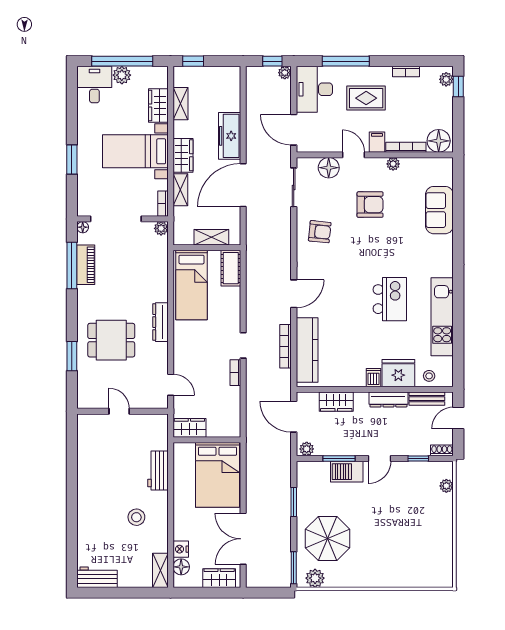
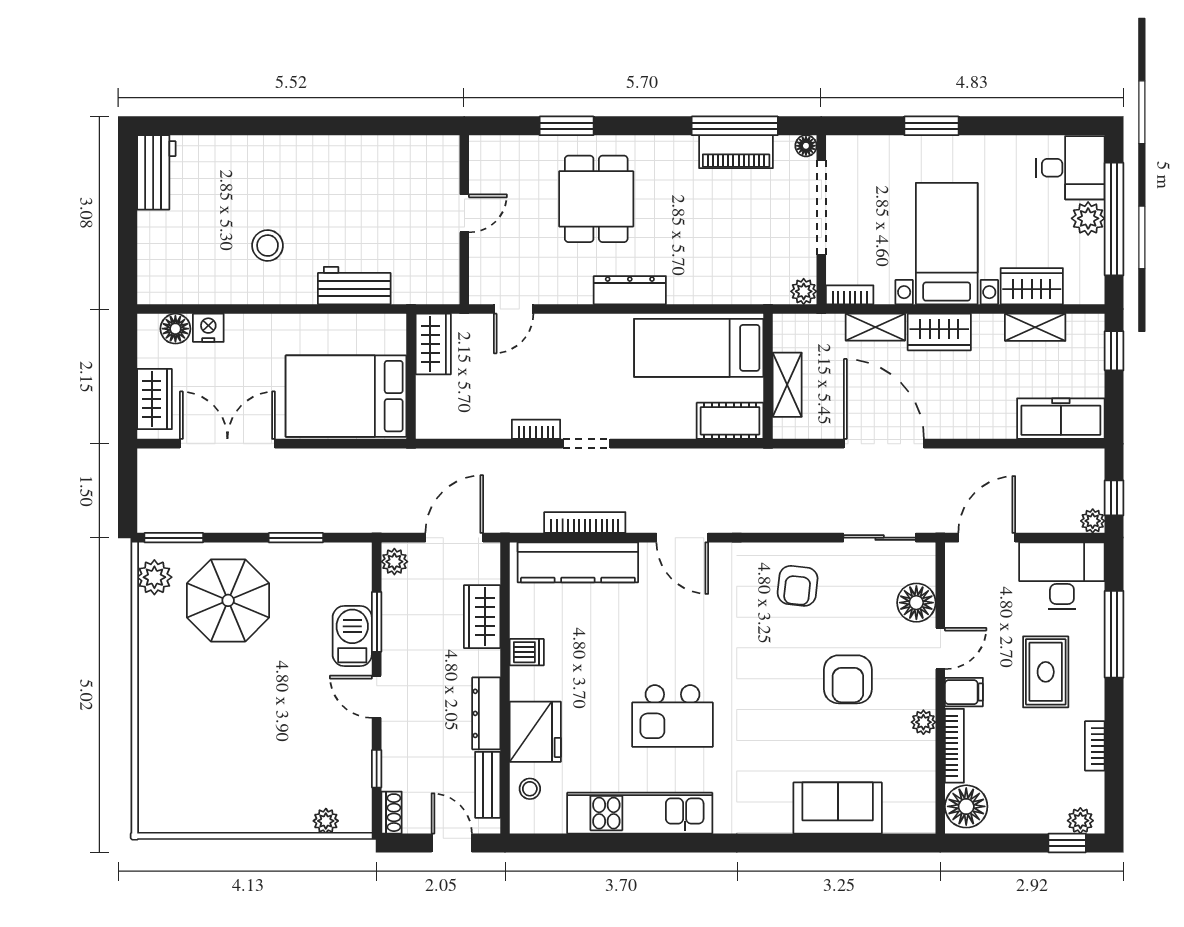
freezer: (230, 136) -> (1061, 419), moved
dishwasher: (374, 378) -> (527, 652), moved
shelving: (160, 570) -> (169, 290), removed

